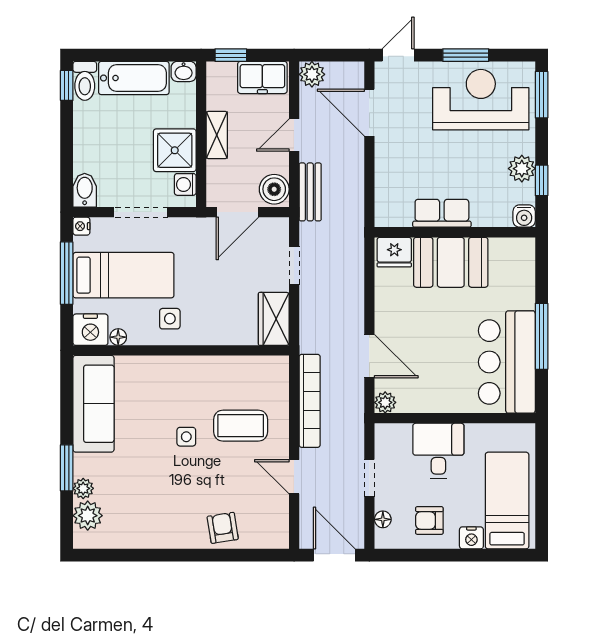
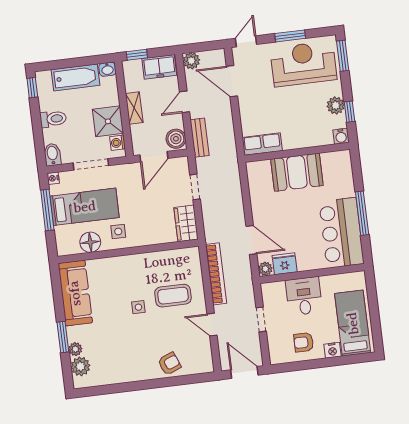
toilet: (85, 81) -> (53, 119), moved, turned -90
row of seats: (442, 213) -> (262, 144), moved
fridge: (394, 252) -> (285, 264), moved, turned 180
nightstand: (90, 330) -> (67, 245), removed
floor lamp: (118, 337) -> (90, 242), width x1.89, depth x1.89
floor lamp: (383, 519) -> (273, 345), removed
armchair: (223, 528) -> (169, 364), turned 77

